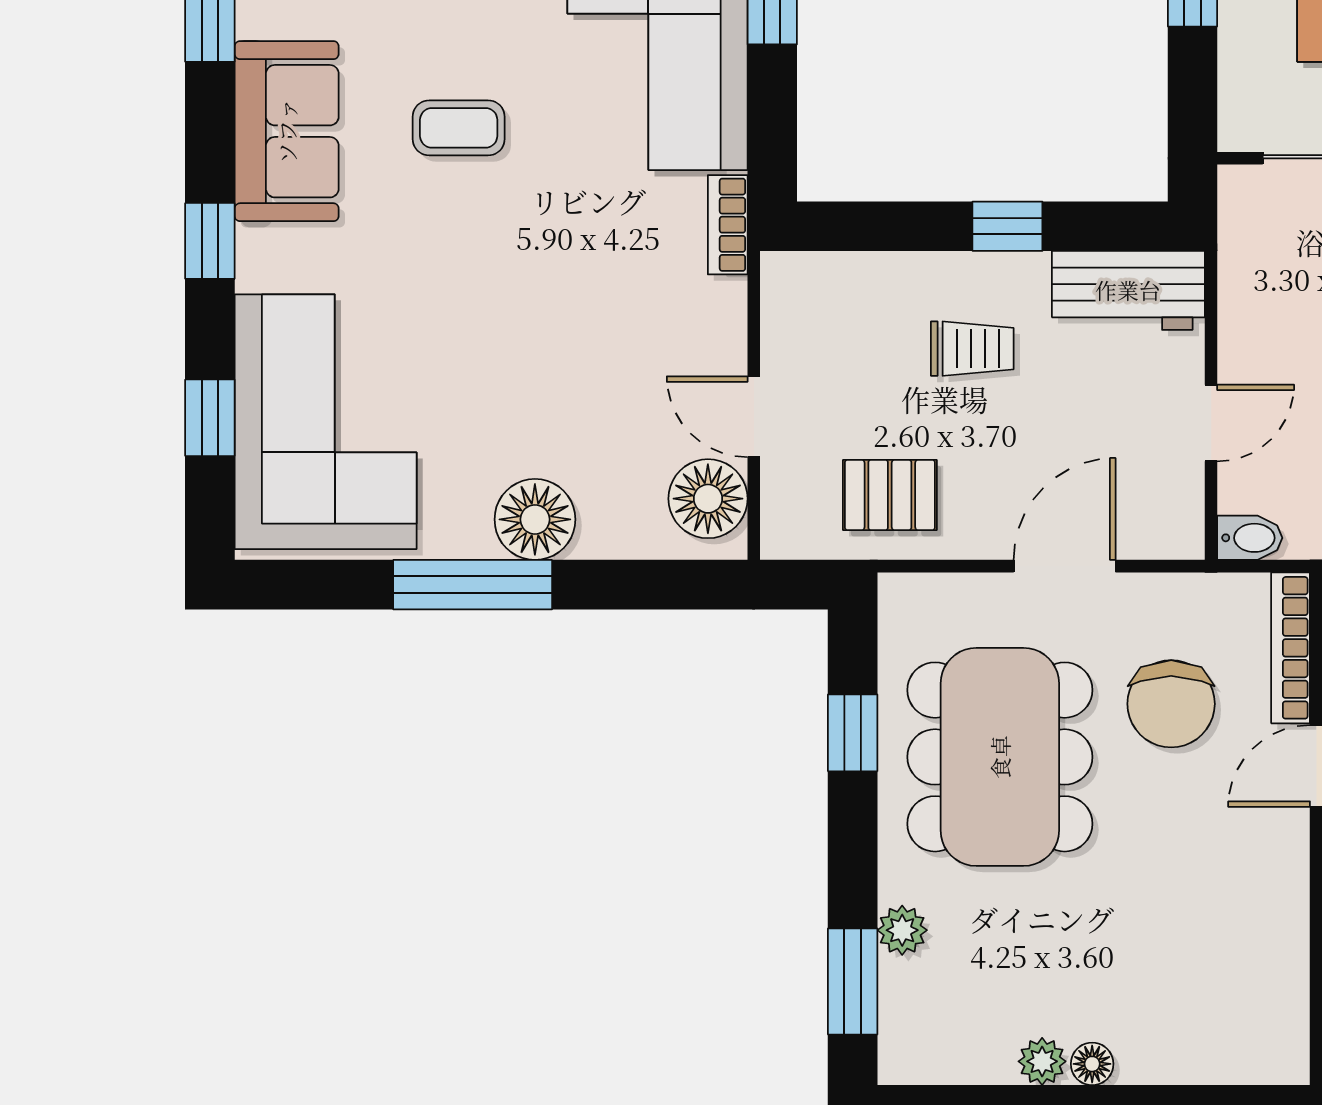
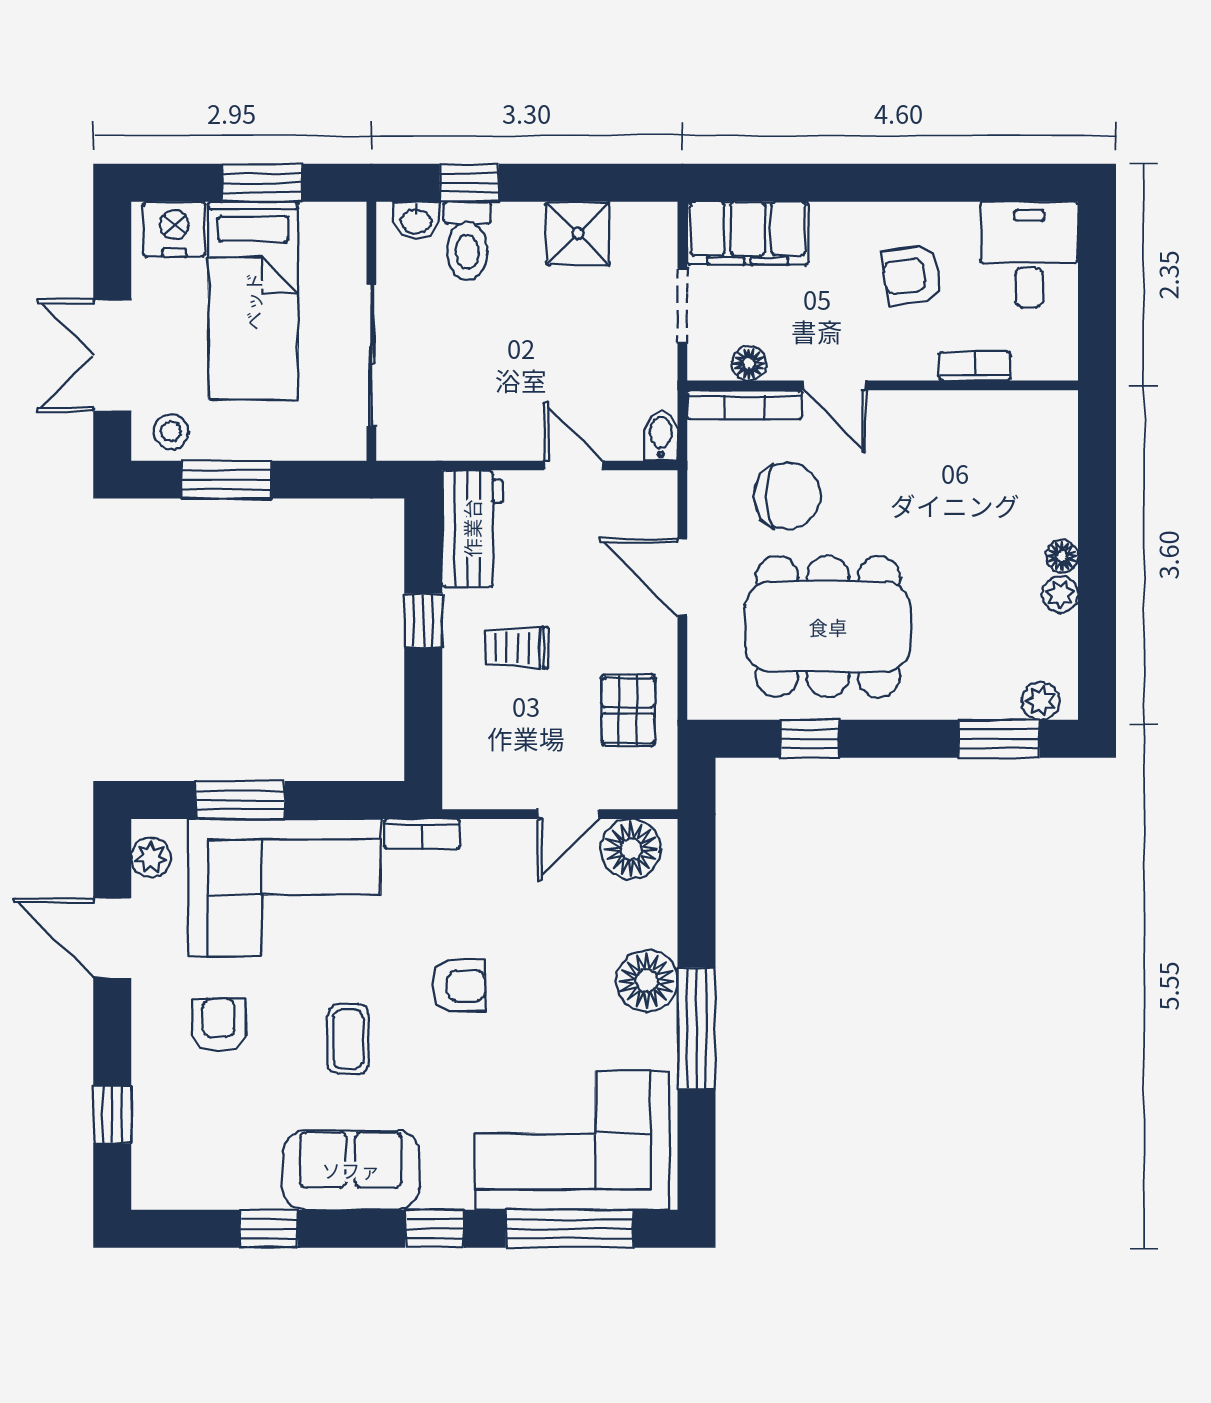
armchair: (529, 273) -> (459, 986), added
trolley: (972, 349) -> (517, 648), turned -90
window: (210, 418) -> (569, 1229), width x2.17
plant: (902, 930) -> (1041, 701), moved

